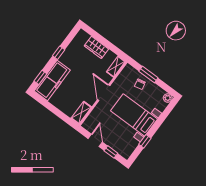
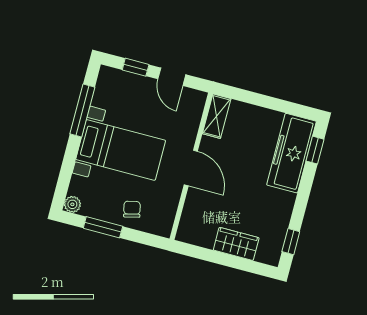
window: (59, 53) -> (291, 242), moved
shelving: (116, 67) -> (188, 223), removed
window: (148, 74) -> (103, 227), moved
window: (145, 141) -> (82, 110), width x2.17

